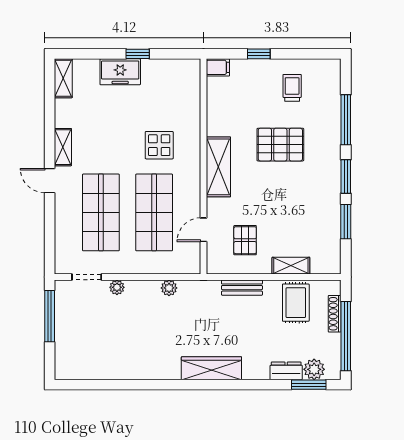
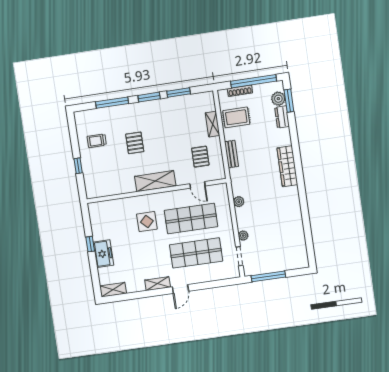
filing cabinet: (218, 67) -> (91, 191), removed
pallet: (280, 145) -> (135, 143), width x0.67, depth x0.71
pallet: (245, 240) -> (200, 157), turned 90

